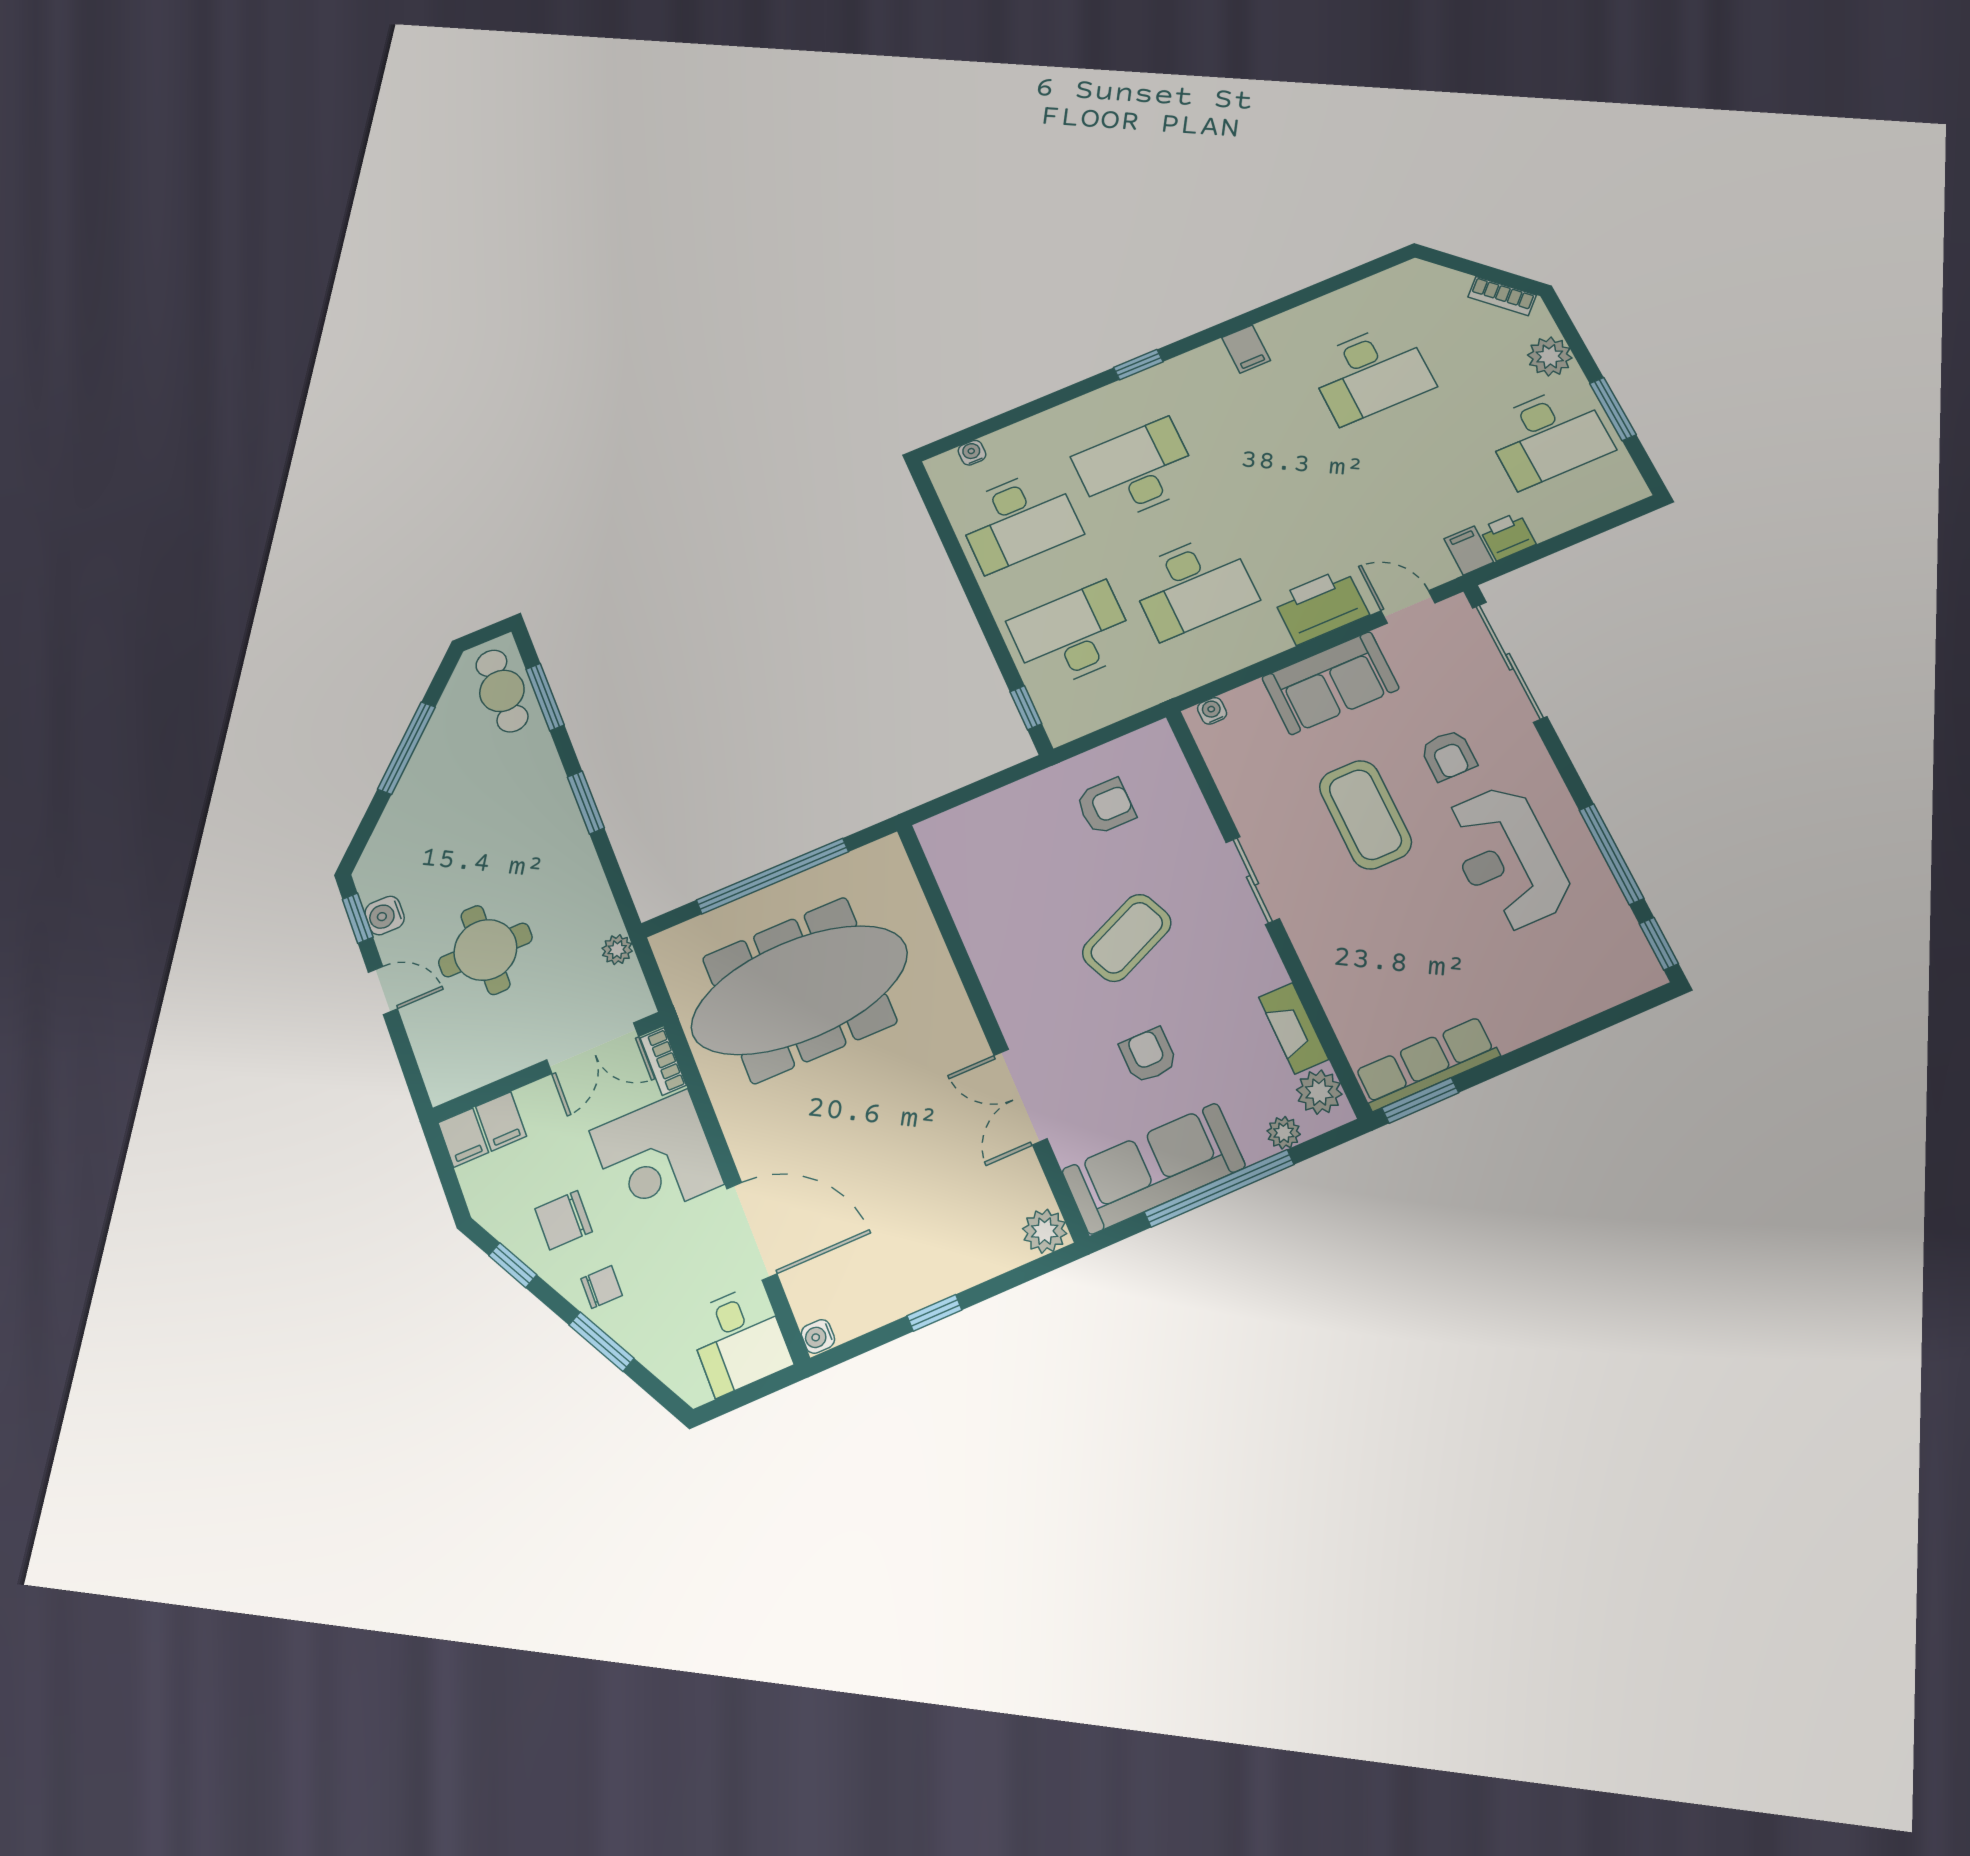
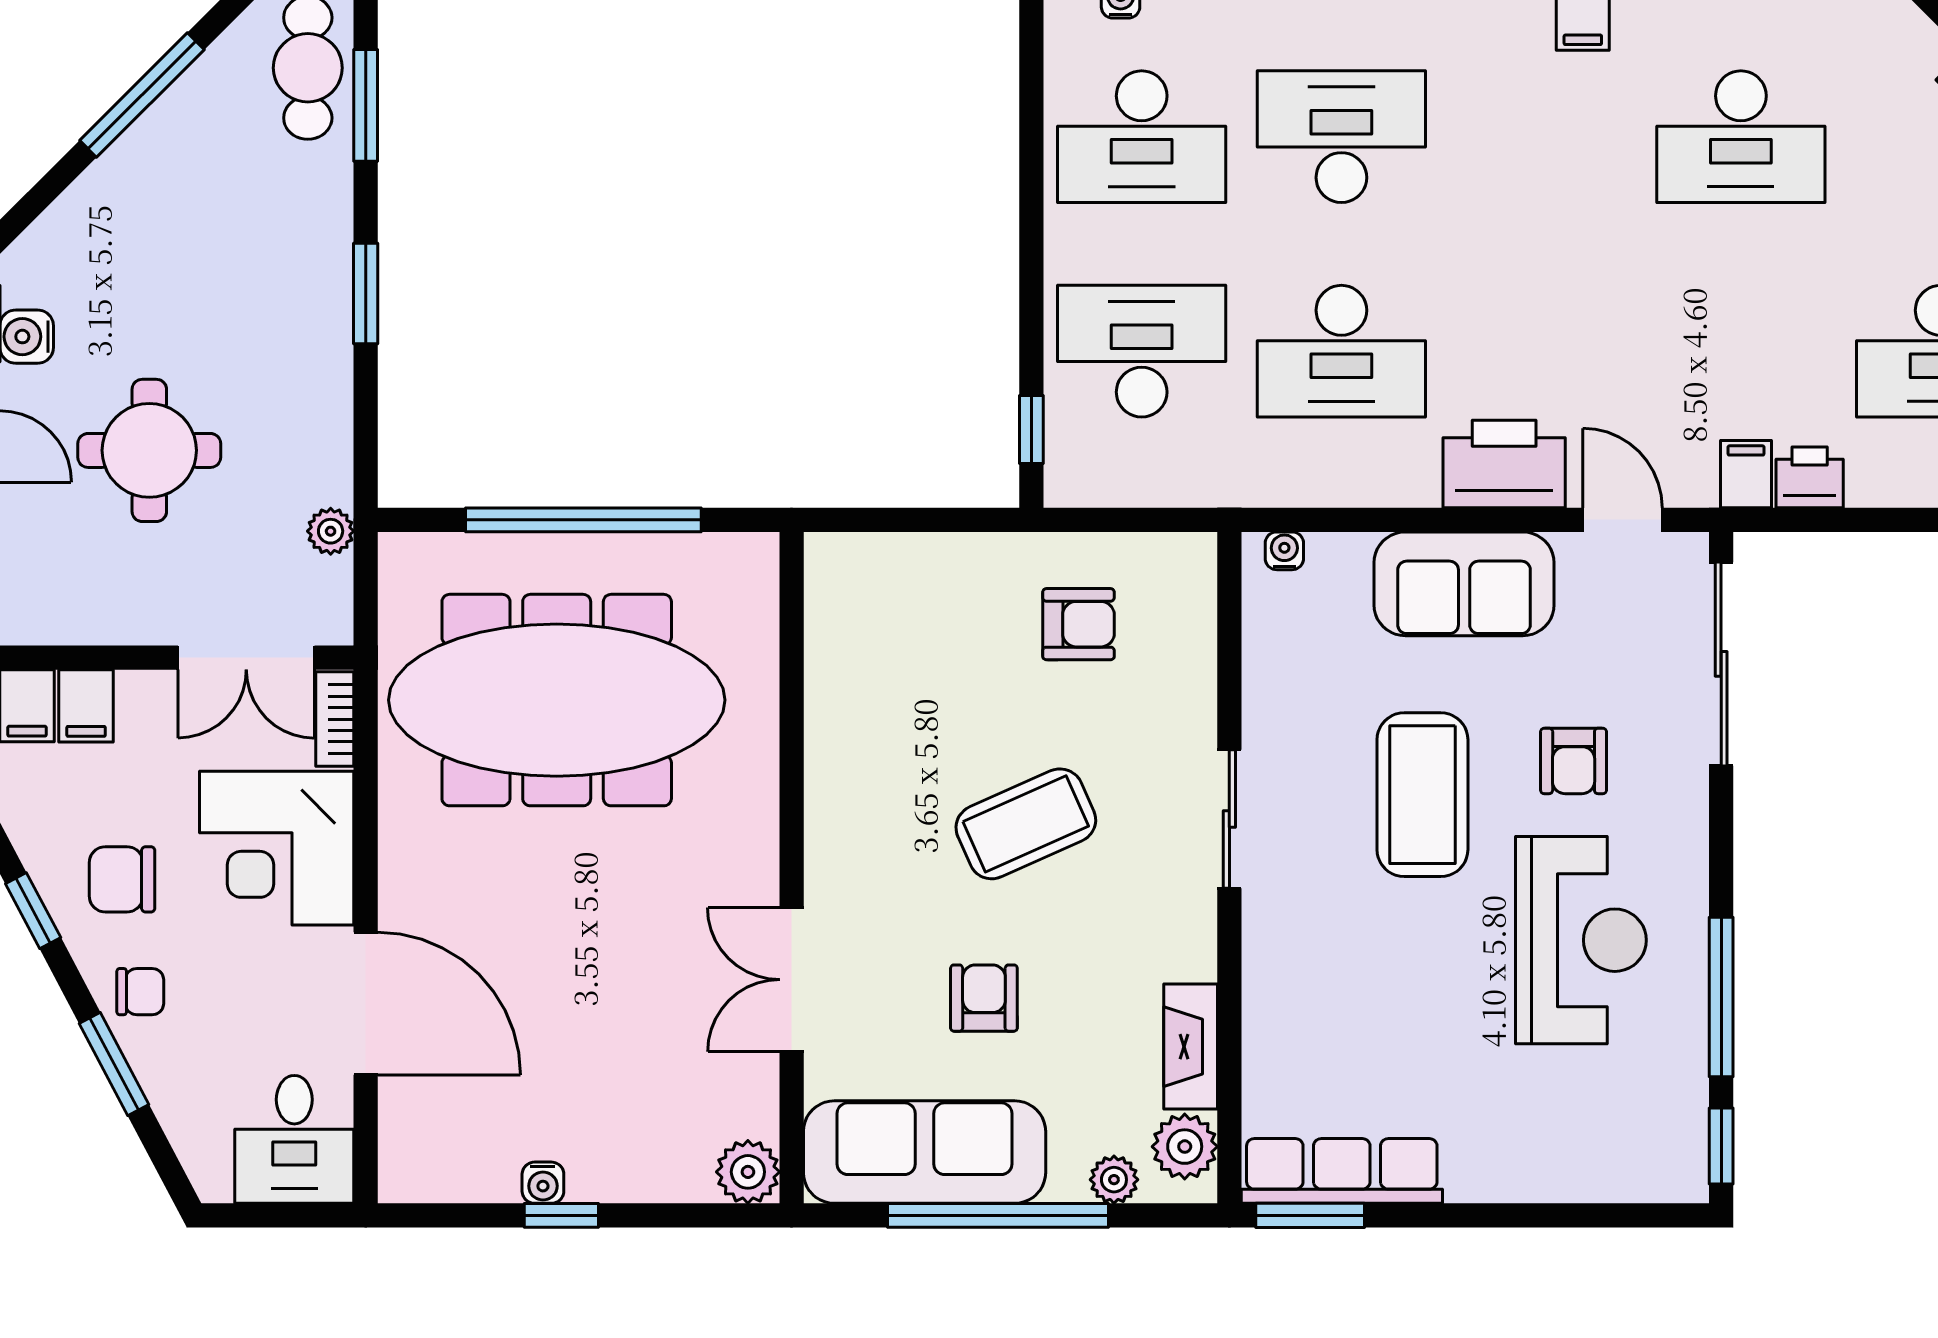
reception desk: (1507, 858) -> (1581, 940), turned 180
water cooler: (818, 1336) -> (543, 1183), moved, turned -90

